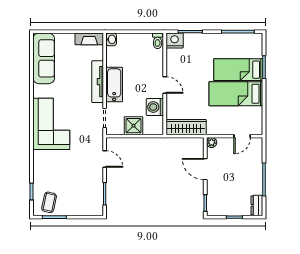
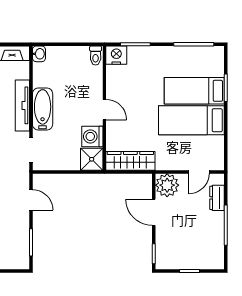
shower: (133, 126) -> (92, 159), moved
plant: (212, 142) -> (167, 185), width x1.88, depth x1.88
dresser: (257, 205) -> (217, 198), moved

